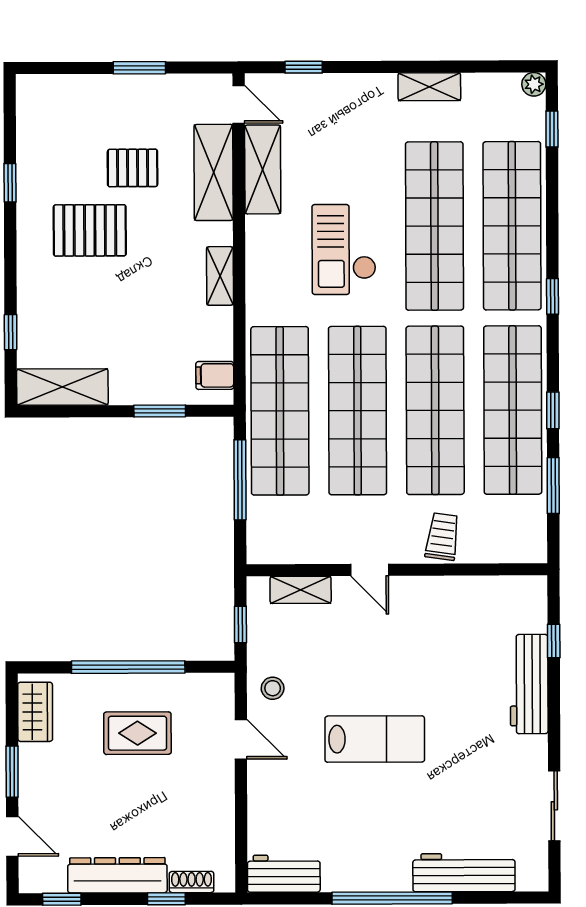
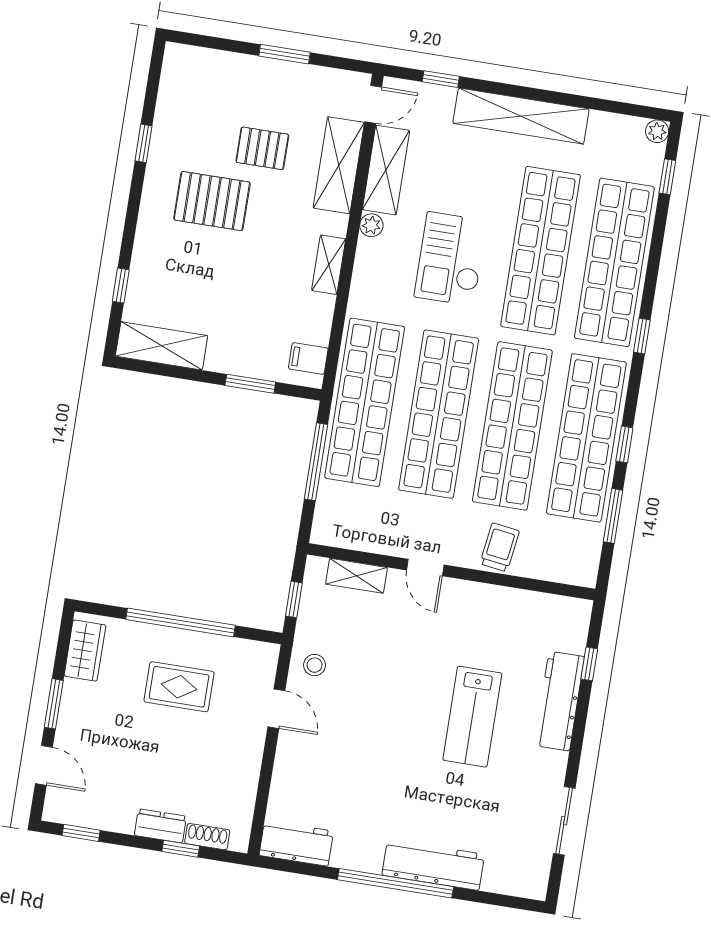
shelving: (429, 87) -> (521, 116), width x2.20, depth x1.33
door: (239, 104) -> (373, 104), hinge flipped
plant: (257, 228) -> (371, 225), added
lab bench: (375, 739) -> (472, 717), moved, turned 90
workbench: (464, 873) -> (433, 865), moved
dresser: (117, 875) -> (160, 826), width x0.51, depth x0.80

